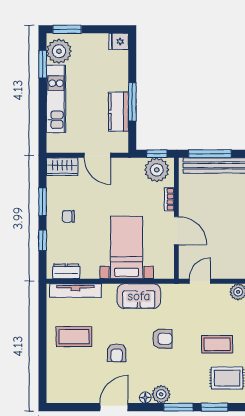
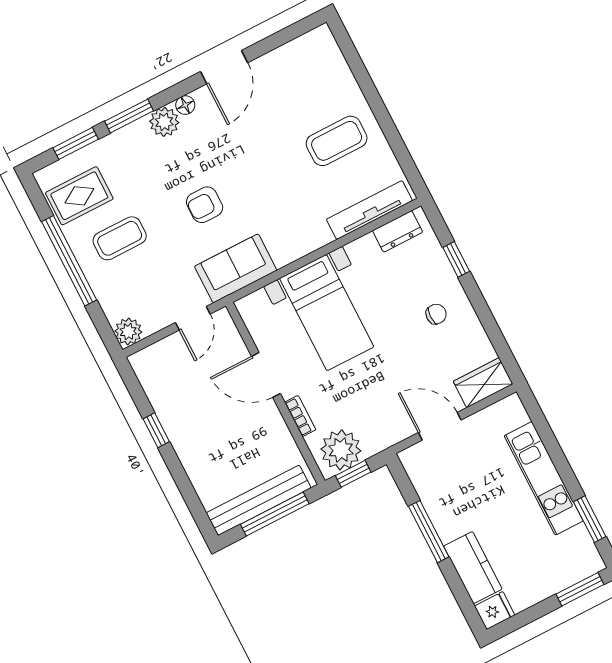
plant: (59, 51) -> (575, 551), removed
kitchen counter: (119, 112) -> (473, 568), moved
window: (43, 202) -> (485, 316), removed
sofa: (139, 296) -> (236, 268), moved
armchair: (117, 353) -> (261, 149), removed

